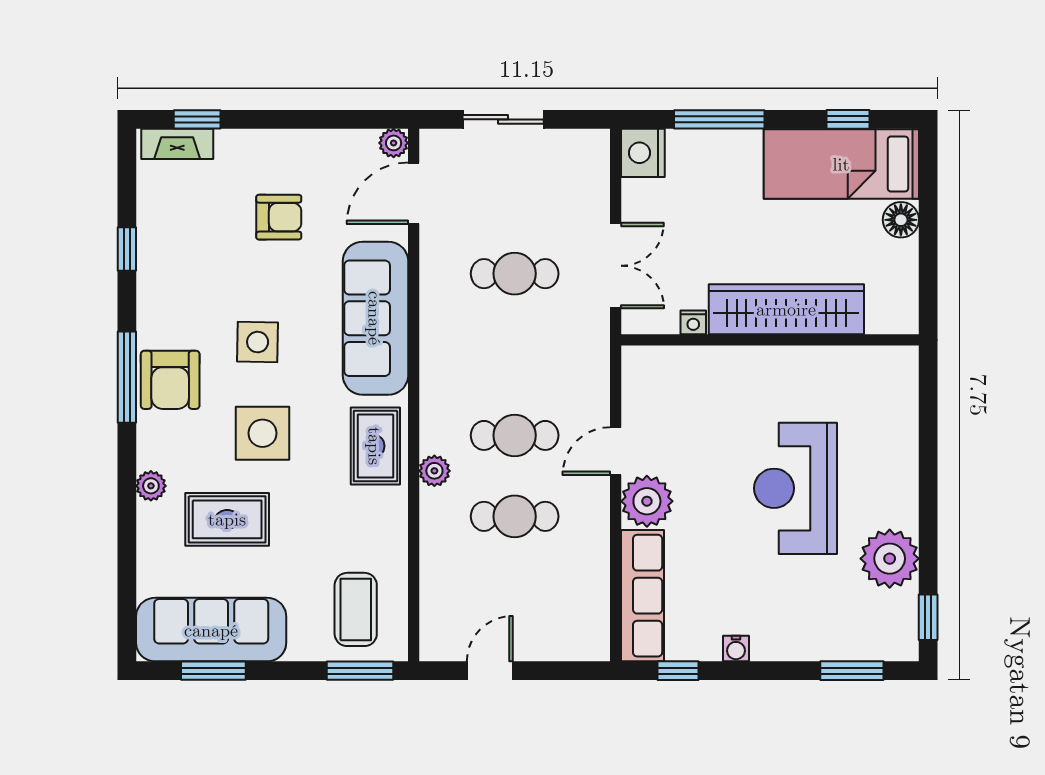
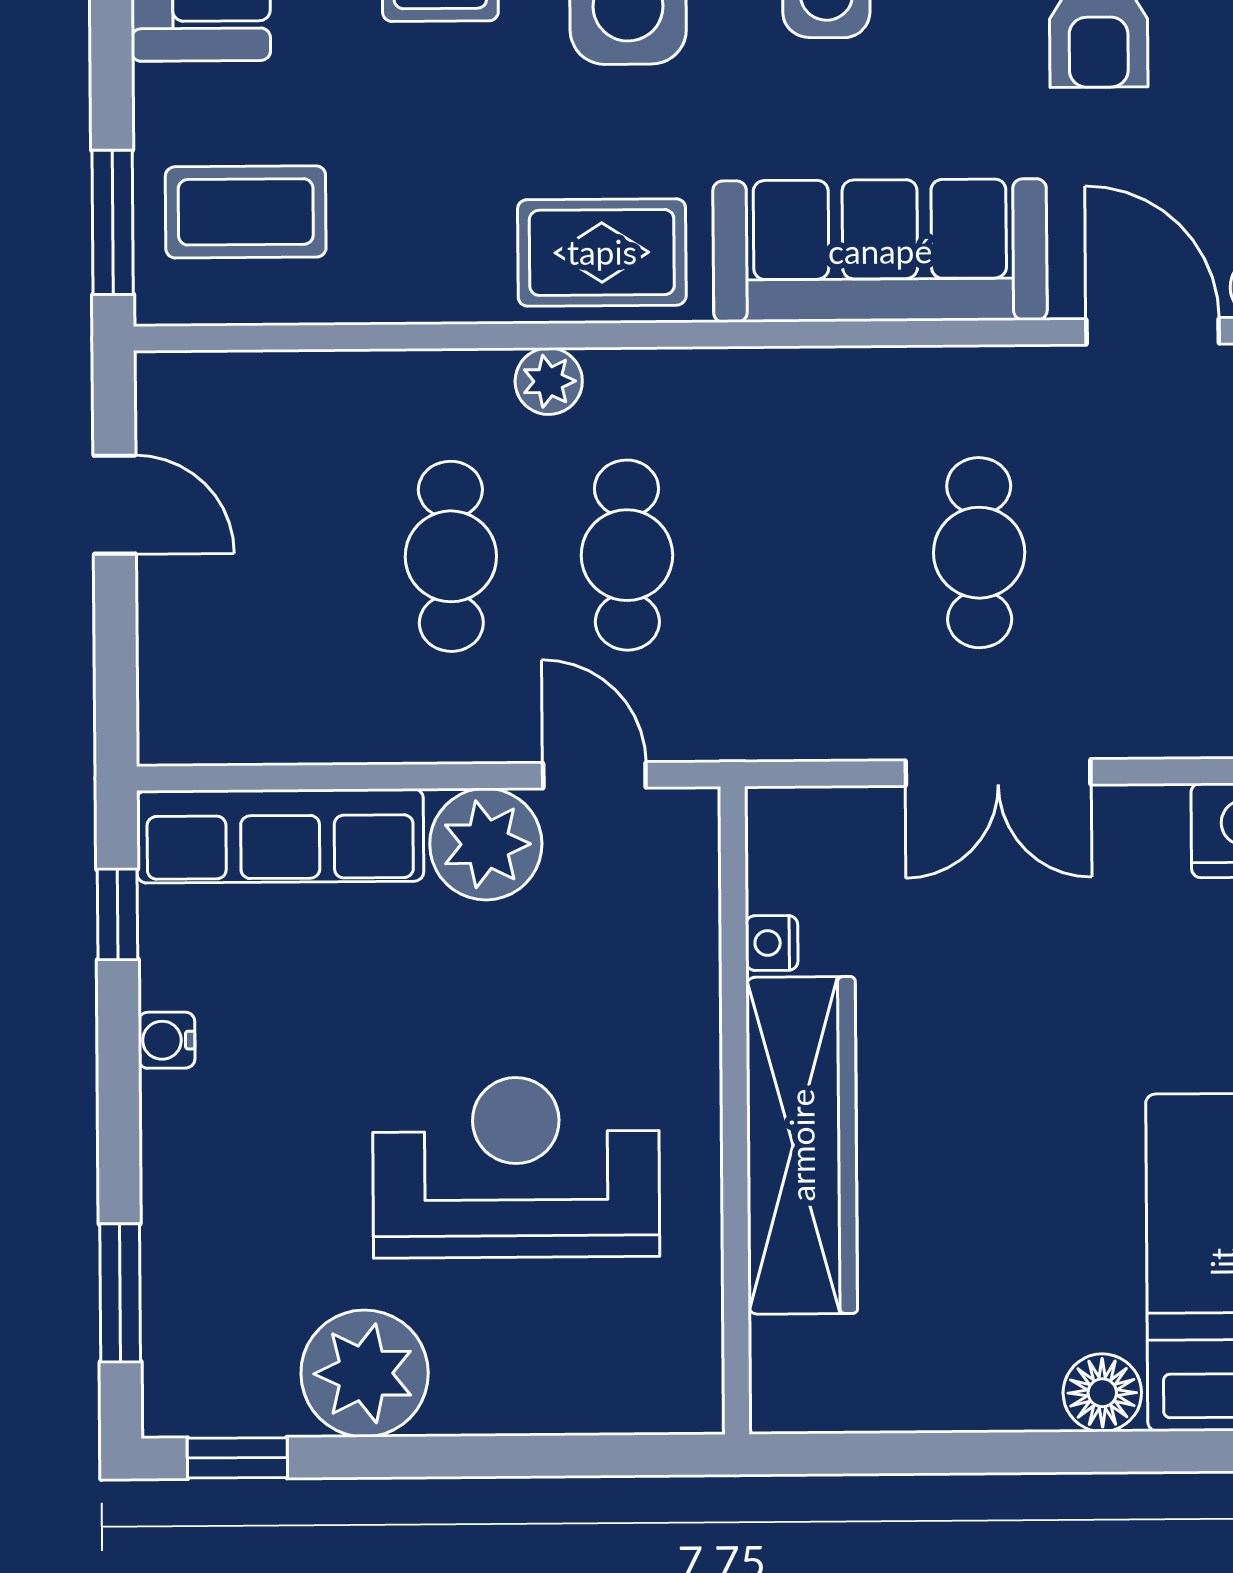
wardrobe: (786, 309) -> (802, 1145), moved
nightstand: (693, 322) -> (772, 943), moved
wall: (770, 340) -> (735, 1110), moved

